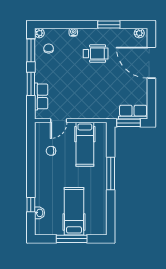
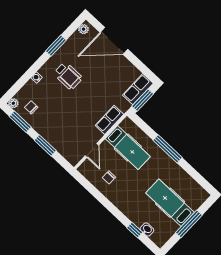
wheelchair: (96, 54) -> (68, 76), turned 90
row of seats: (41, 96) -> (109, 120), moved, turned -90

